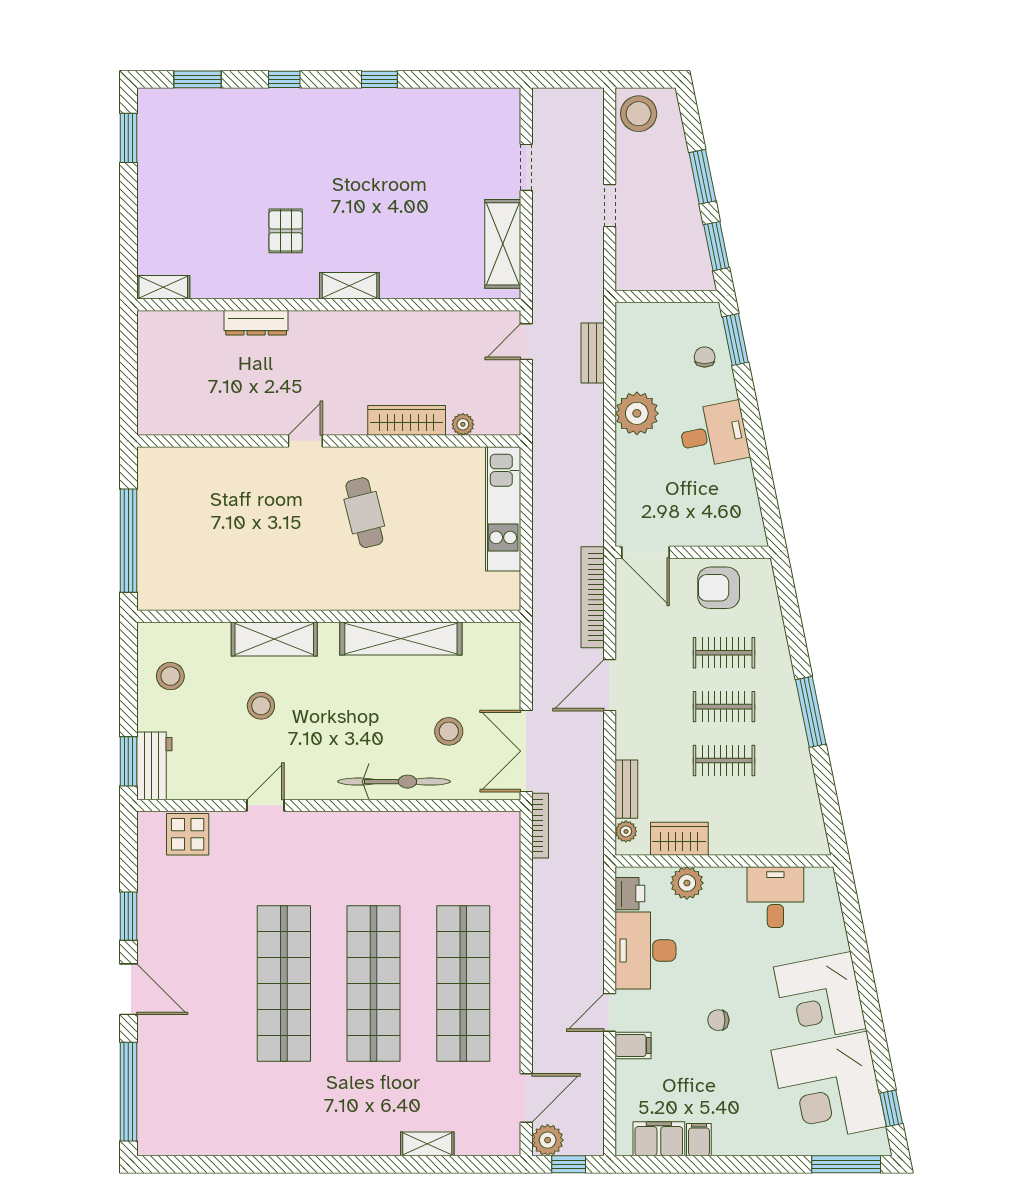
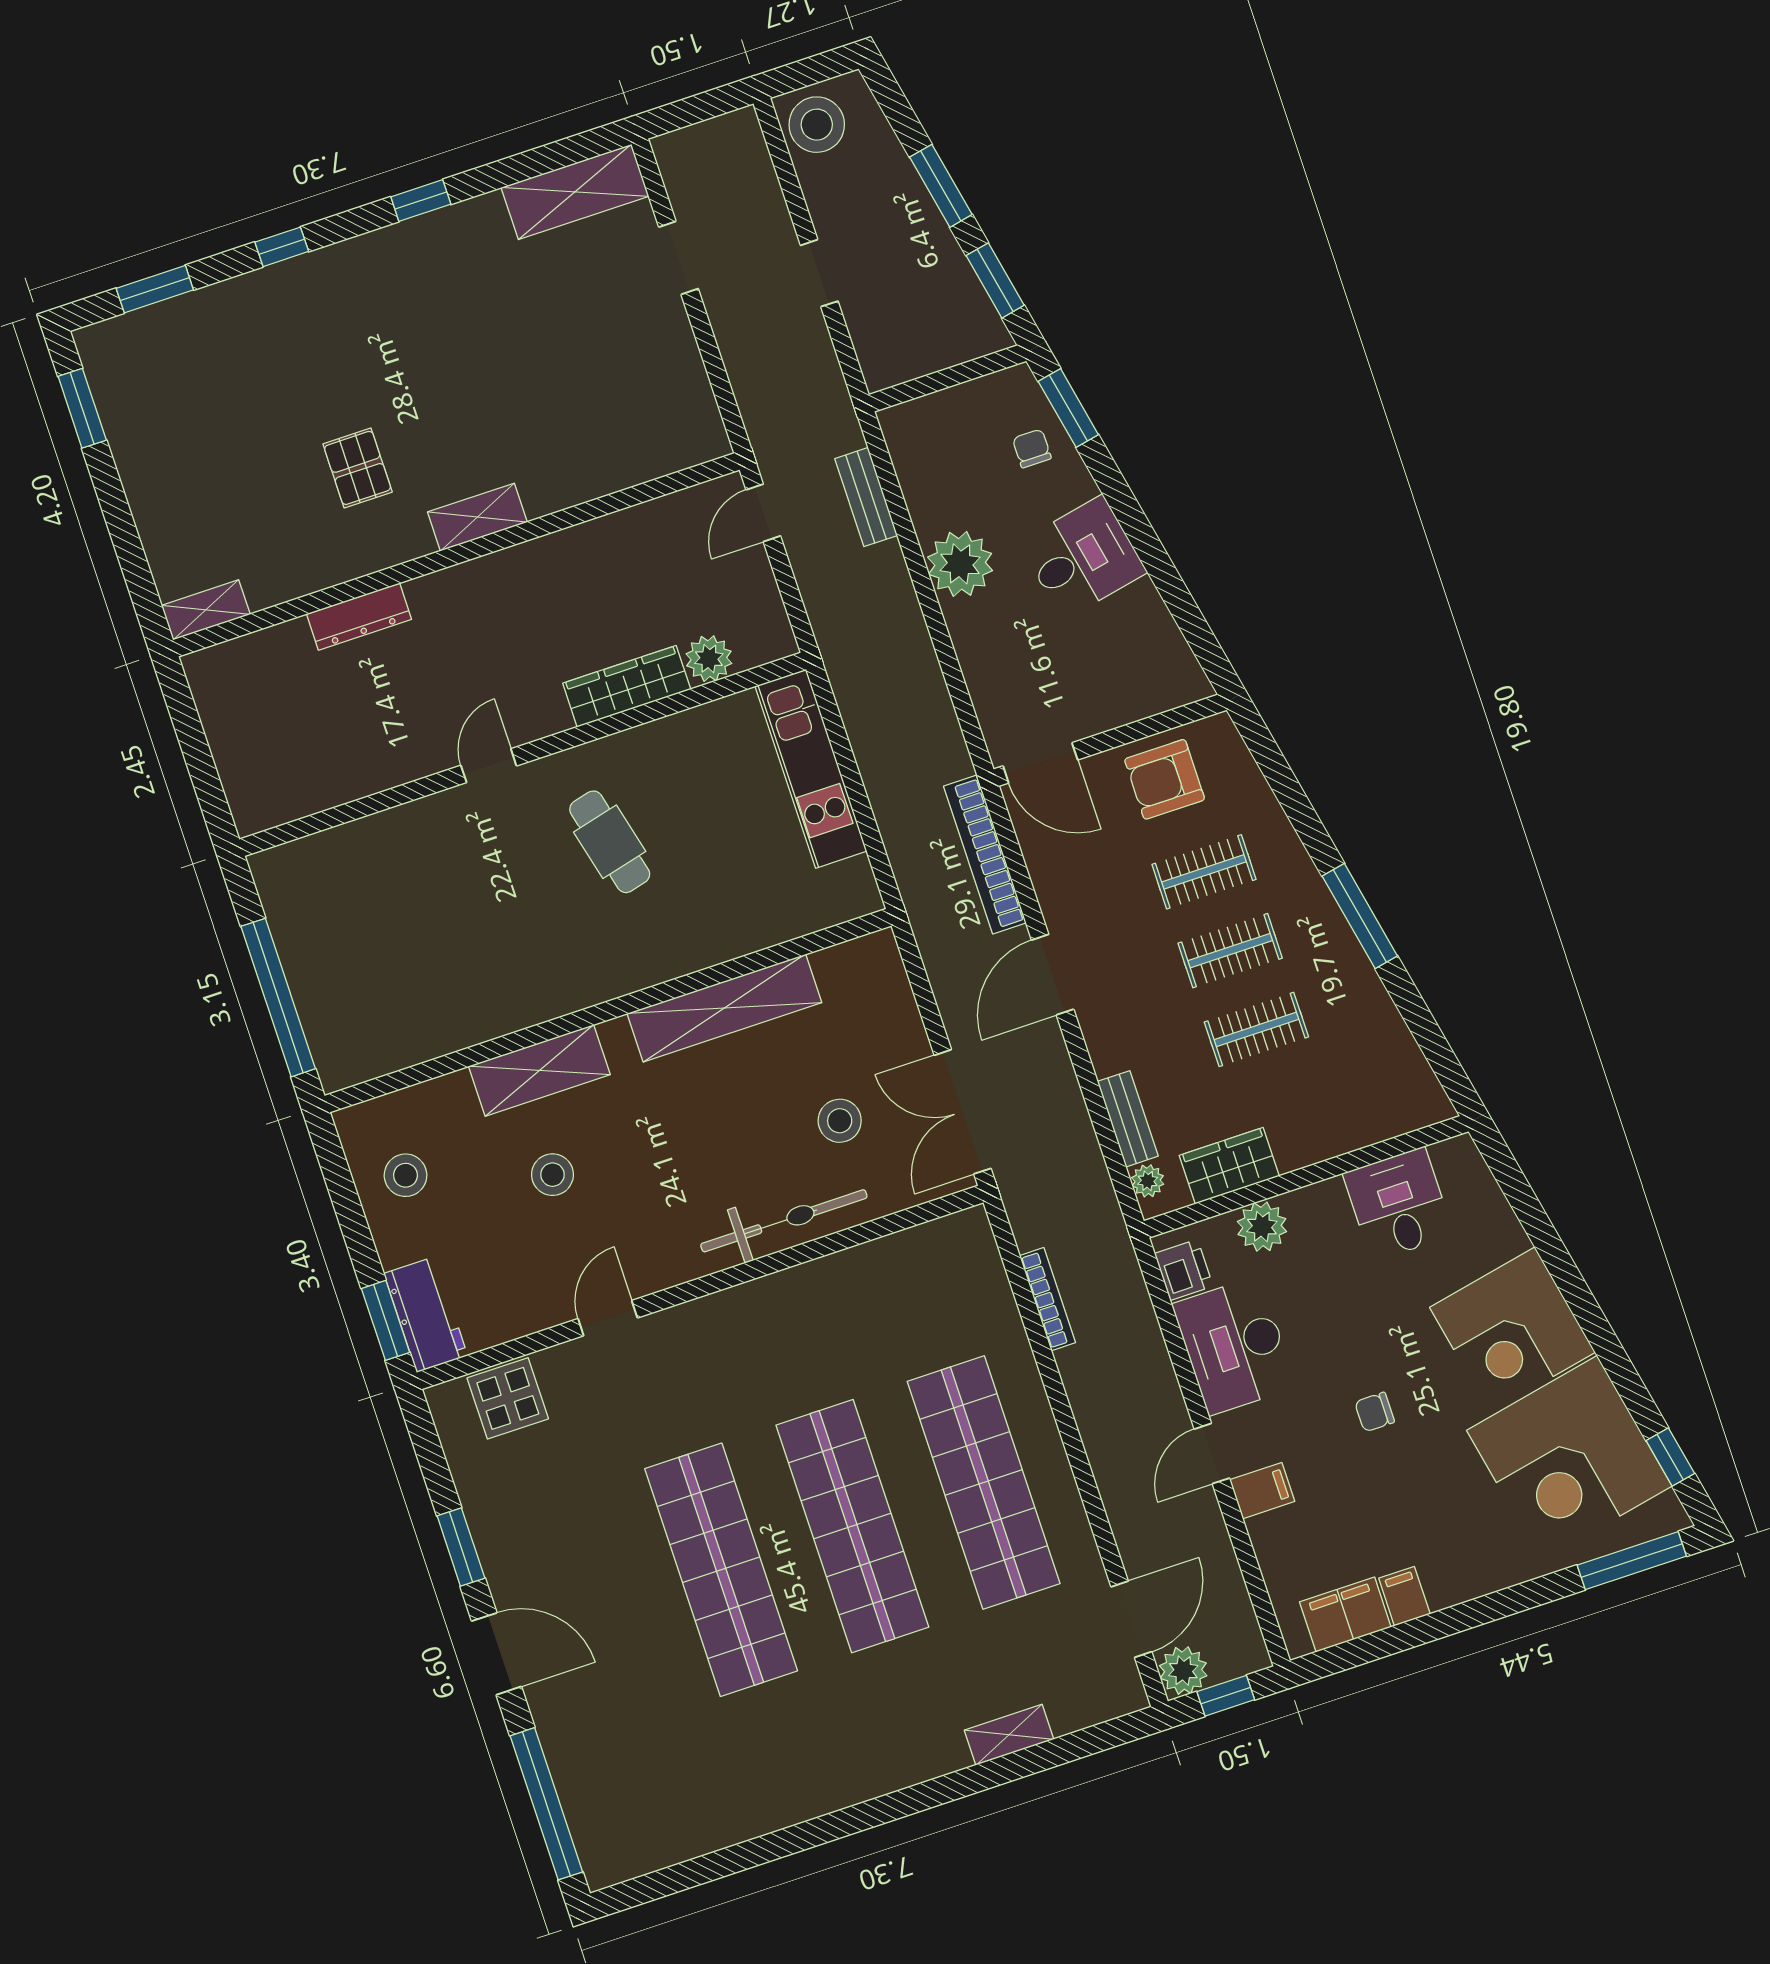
shelving: (503, 244) -> (575, 192), moved, turned 90
plant: (463, 424) -> (709, 659), width x1.38, depth x1.38
bookcase: (540, 826) -> (1047, 1299), moved

